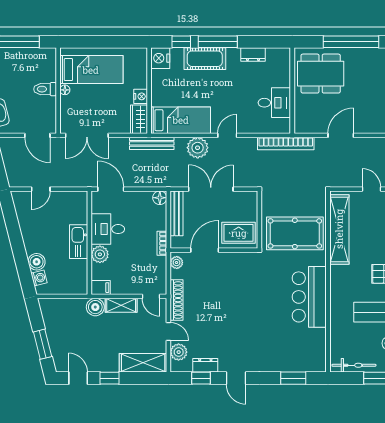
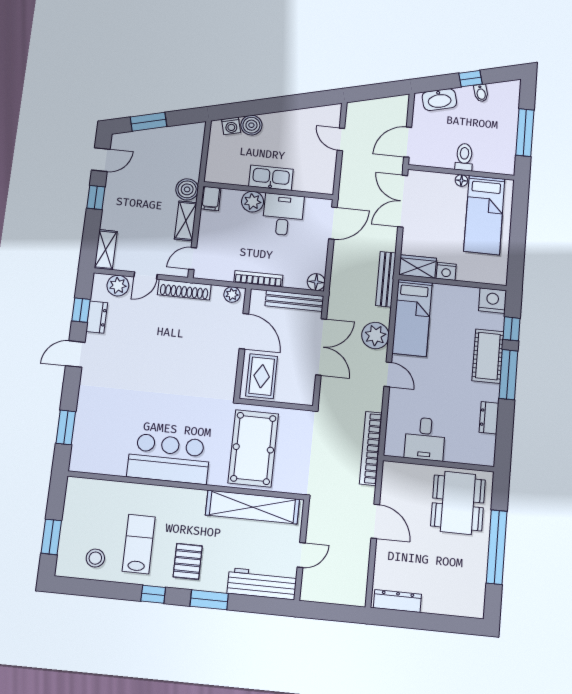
bookcase: (162, 243) -> (258, 279), width x1.56
shelving: (143, 363) -> (106, 250), width x0.67, depth x0.75
bicycle: (354, 365) -> (72, 508), removed

